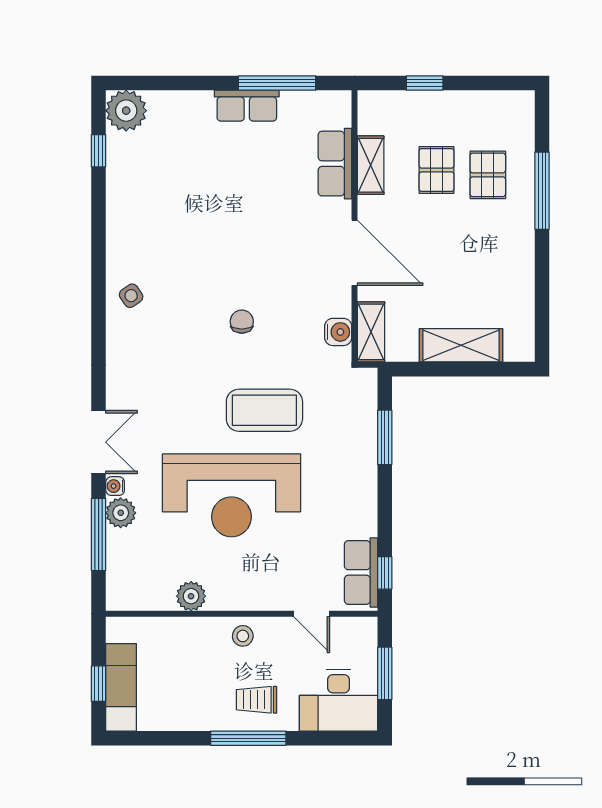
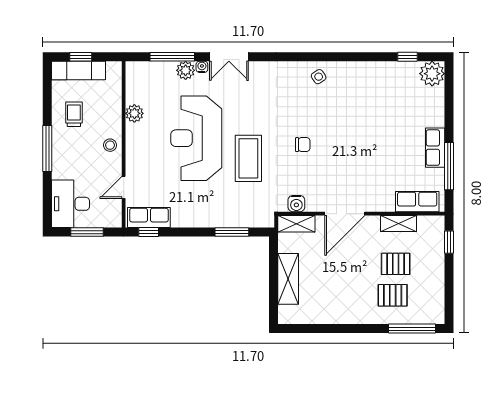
window: (425, 83) -> (449, 242), moved
row of seats: (335, 164) -> (417, 202), moved
window: (542, 191) -> (412, 329), moved
trolley: (257, 700) -> (74, 114), moved

